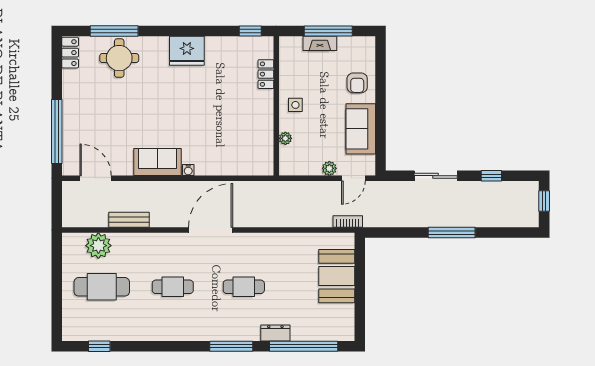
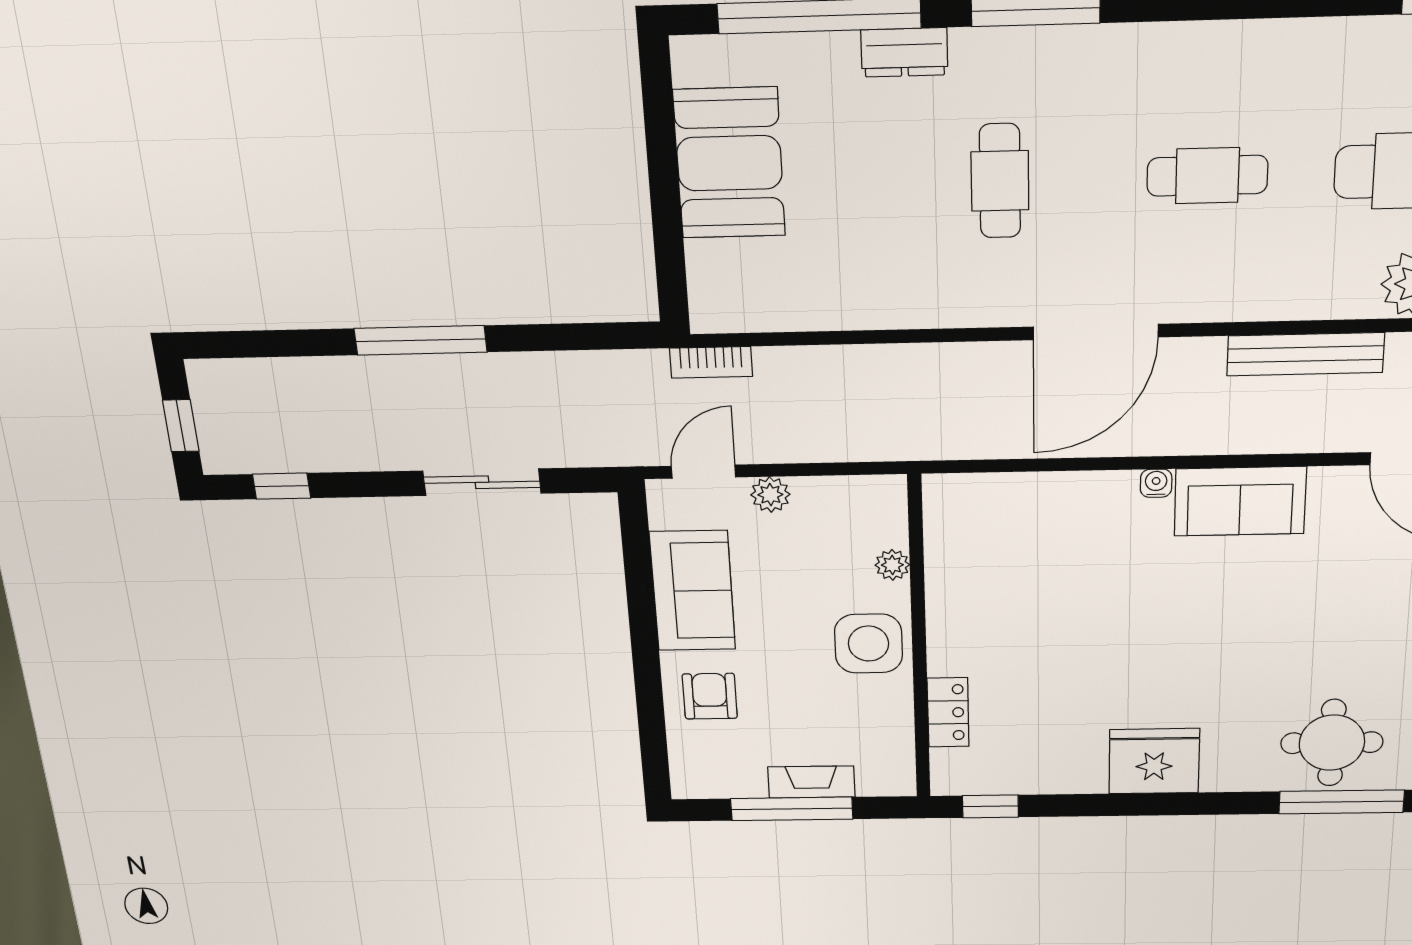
side table: (295, 105) -> (868, 644), width x1.87, depth x1.87
window: (491, 176) -> (282, 486), moved
bench: (129, 220) -> (1306, 354), width x1.36
booth: (337, 276) -> (729, 163), moved
cafe table: (244, 287) -> (1000, 181), turned 90

